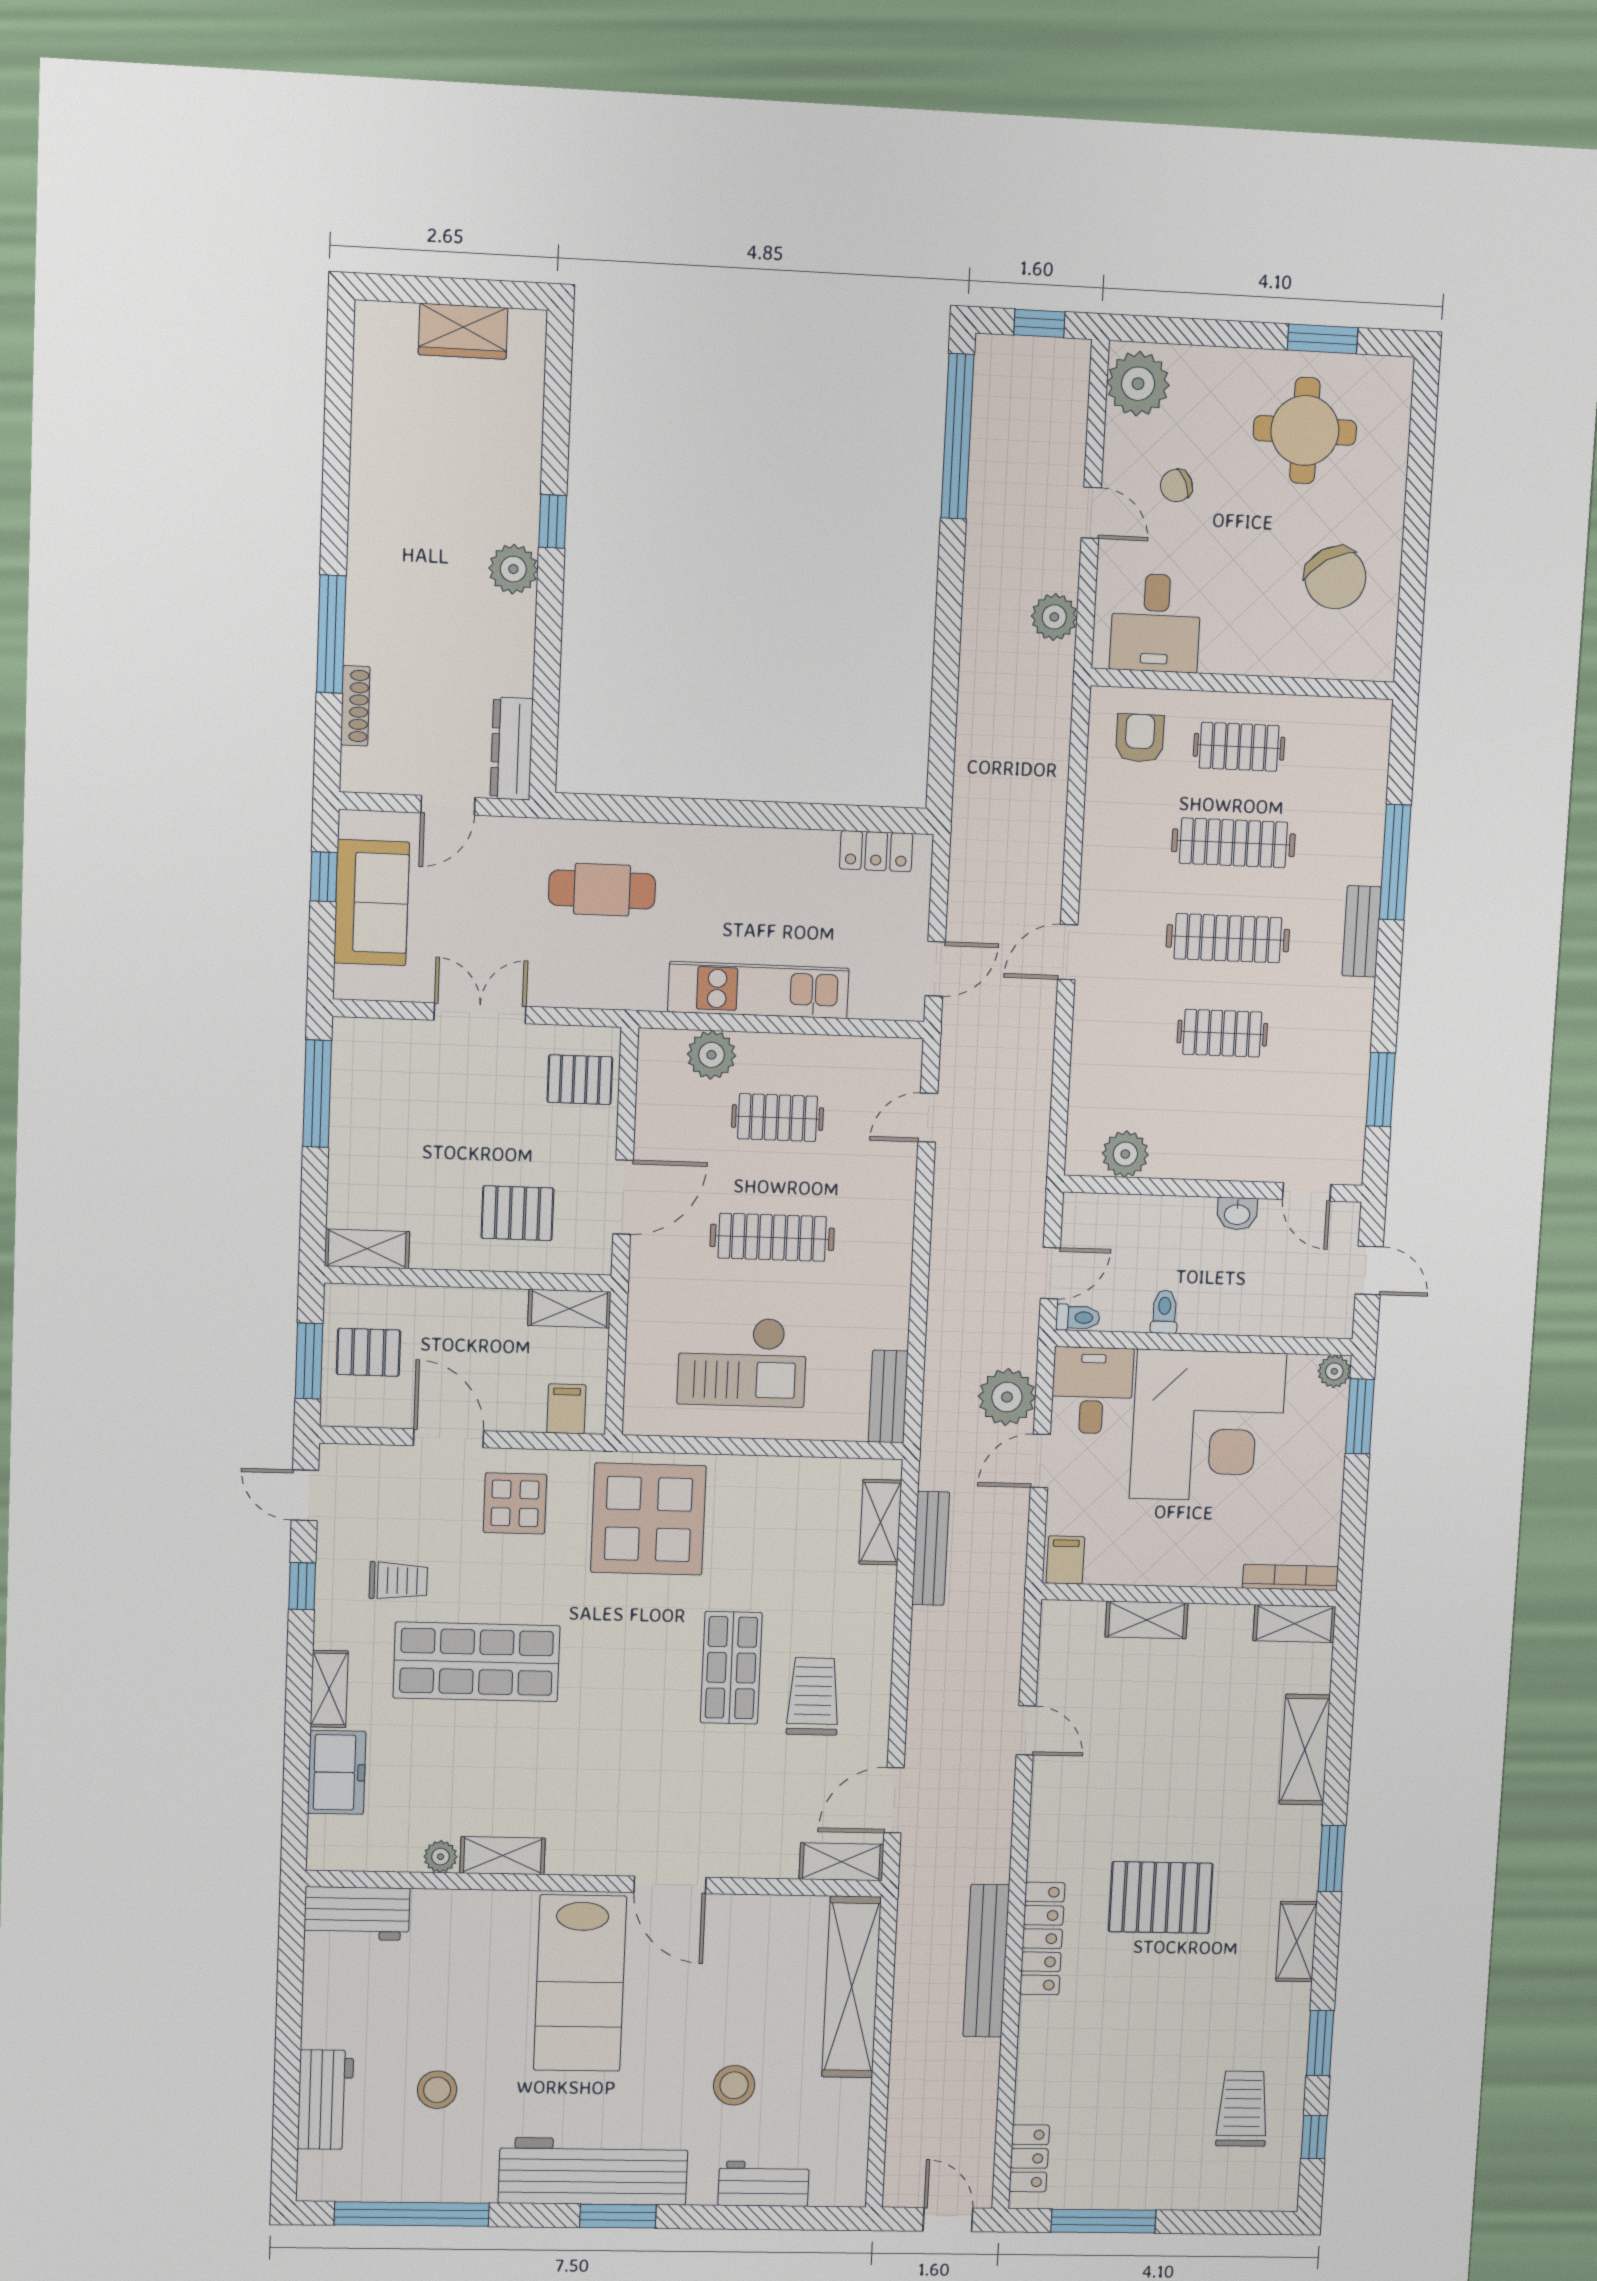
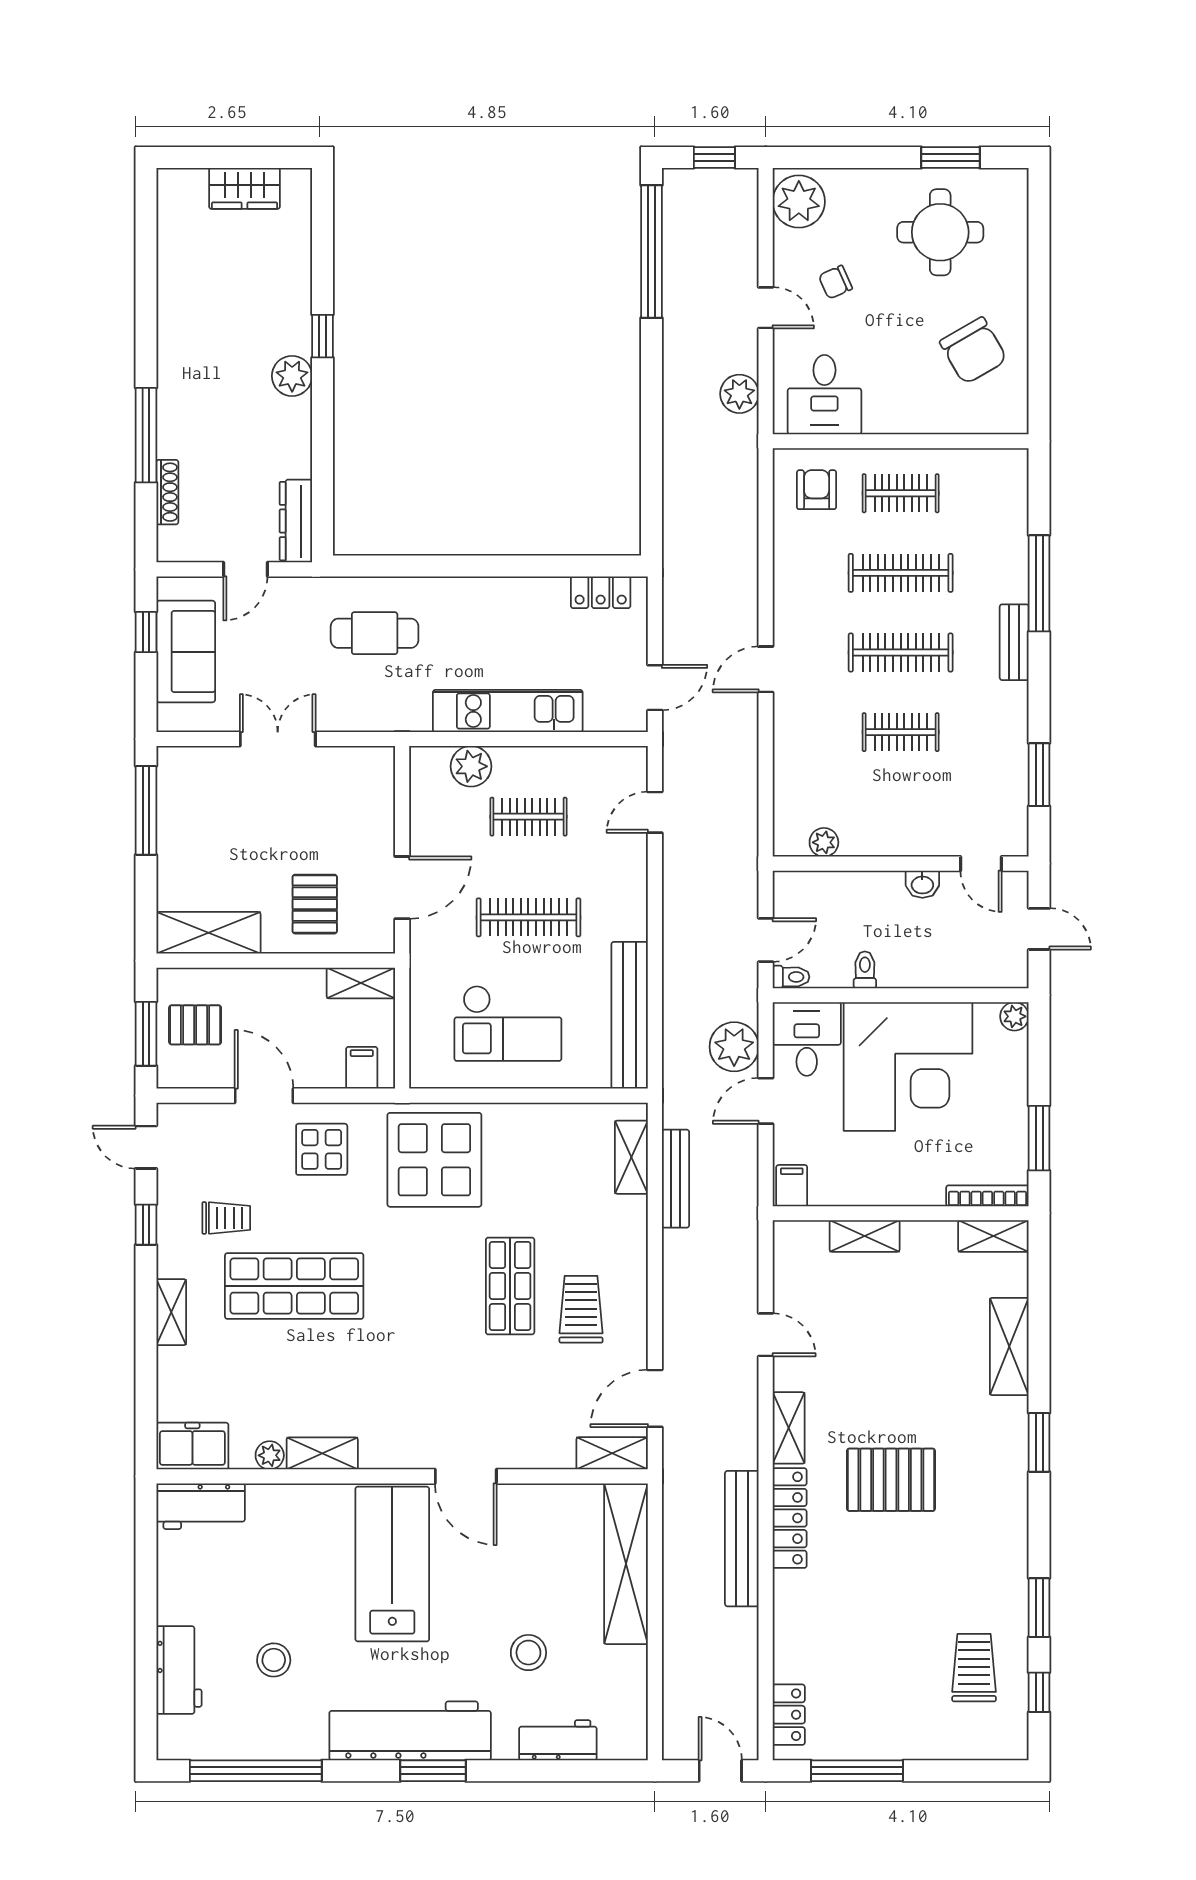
pallet: (580, 1080) -> (362, 791), removed
plant: (1125, 1154) -> (824, 842), width x0.73, depth x0.73
pallet: (517, 1213) -> (315, 904), turned 90
shelving: (367, 1249) -> (208, 933), width x1.50, depth x1.33
bench: (888, 1396) -> (630, 1015), width x1.86, depth x1.21
window: (1360, 1416) -> (1039, 1138), moved
freezer: (337, 1772) -> (192, 1446), moved, turned -90
shelving: (1297, 1941) -> (789, 1428), moved
lab bench: (580, 1983) -> (392, 1564), turned 180

